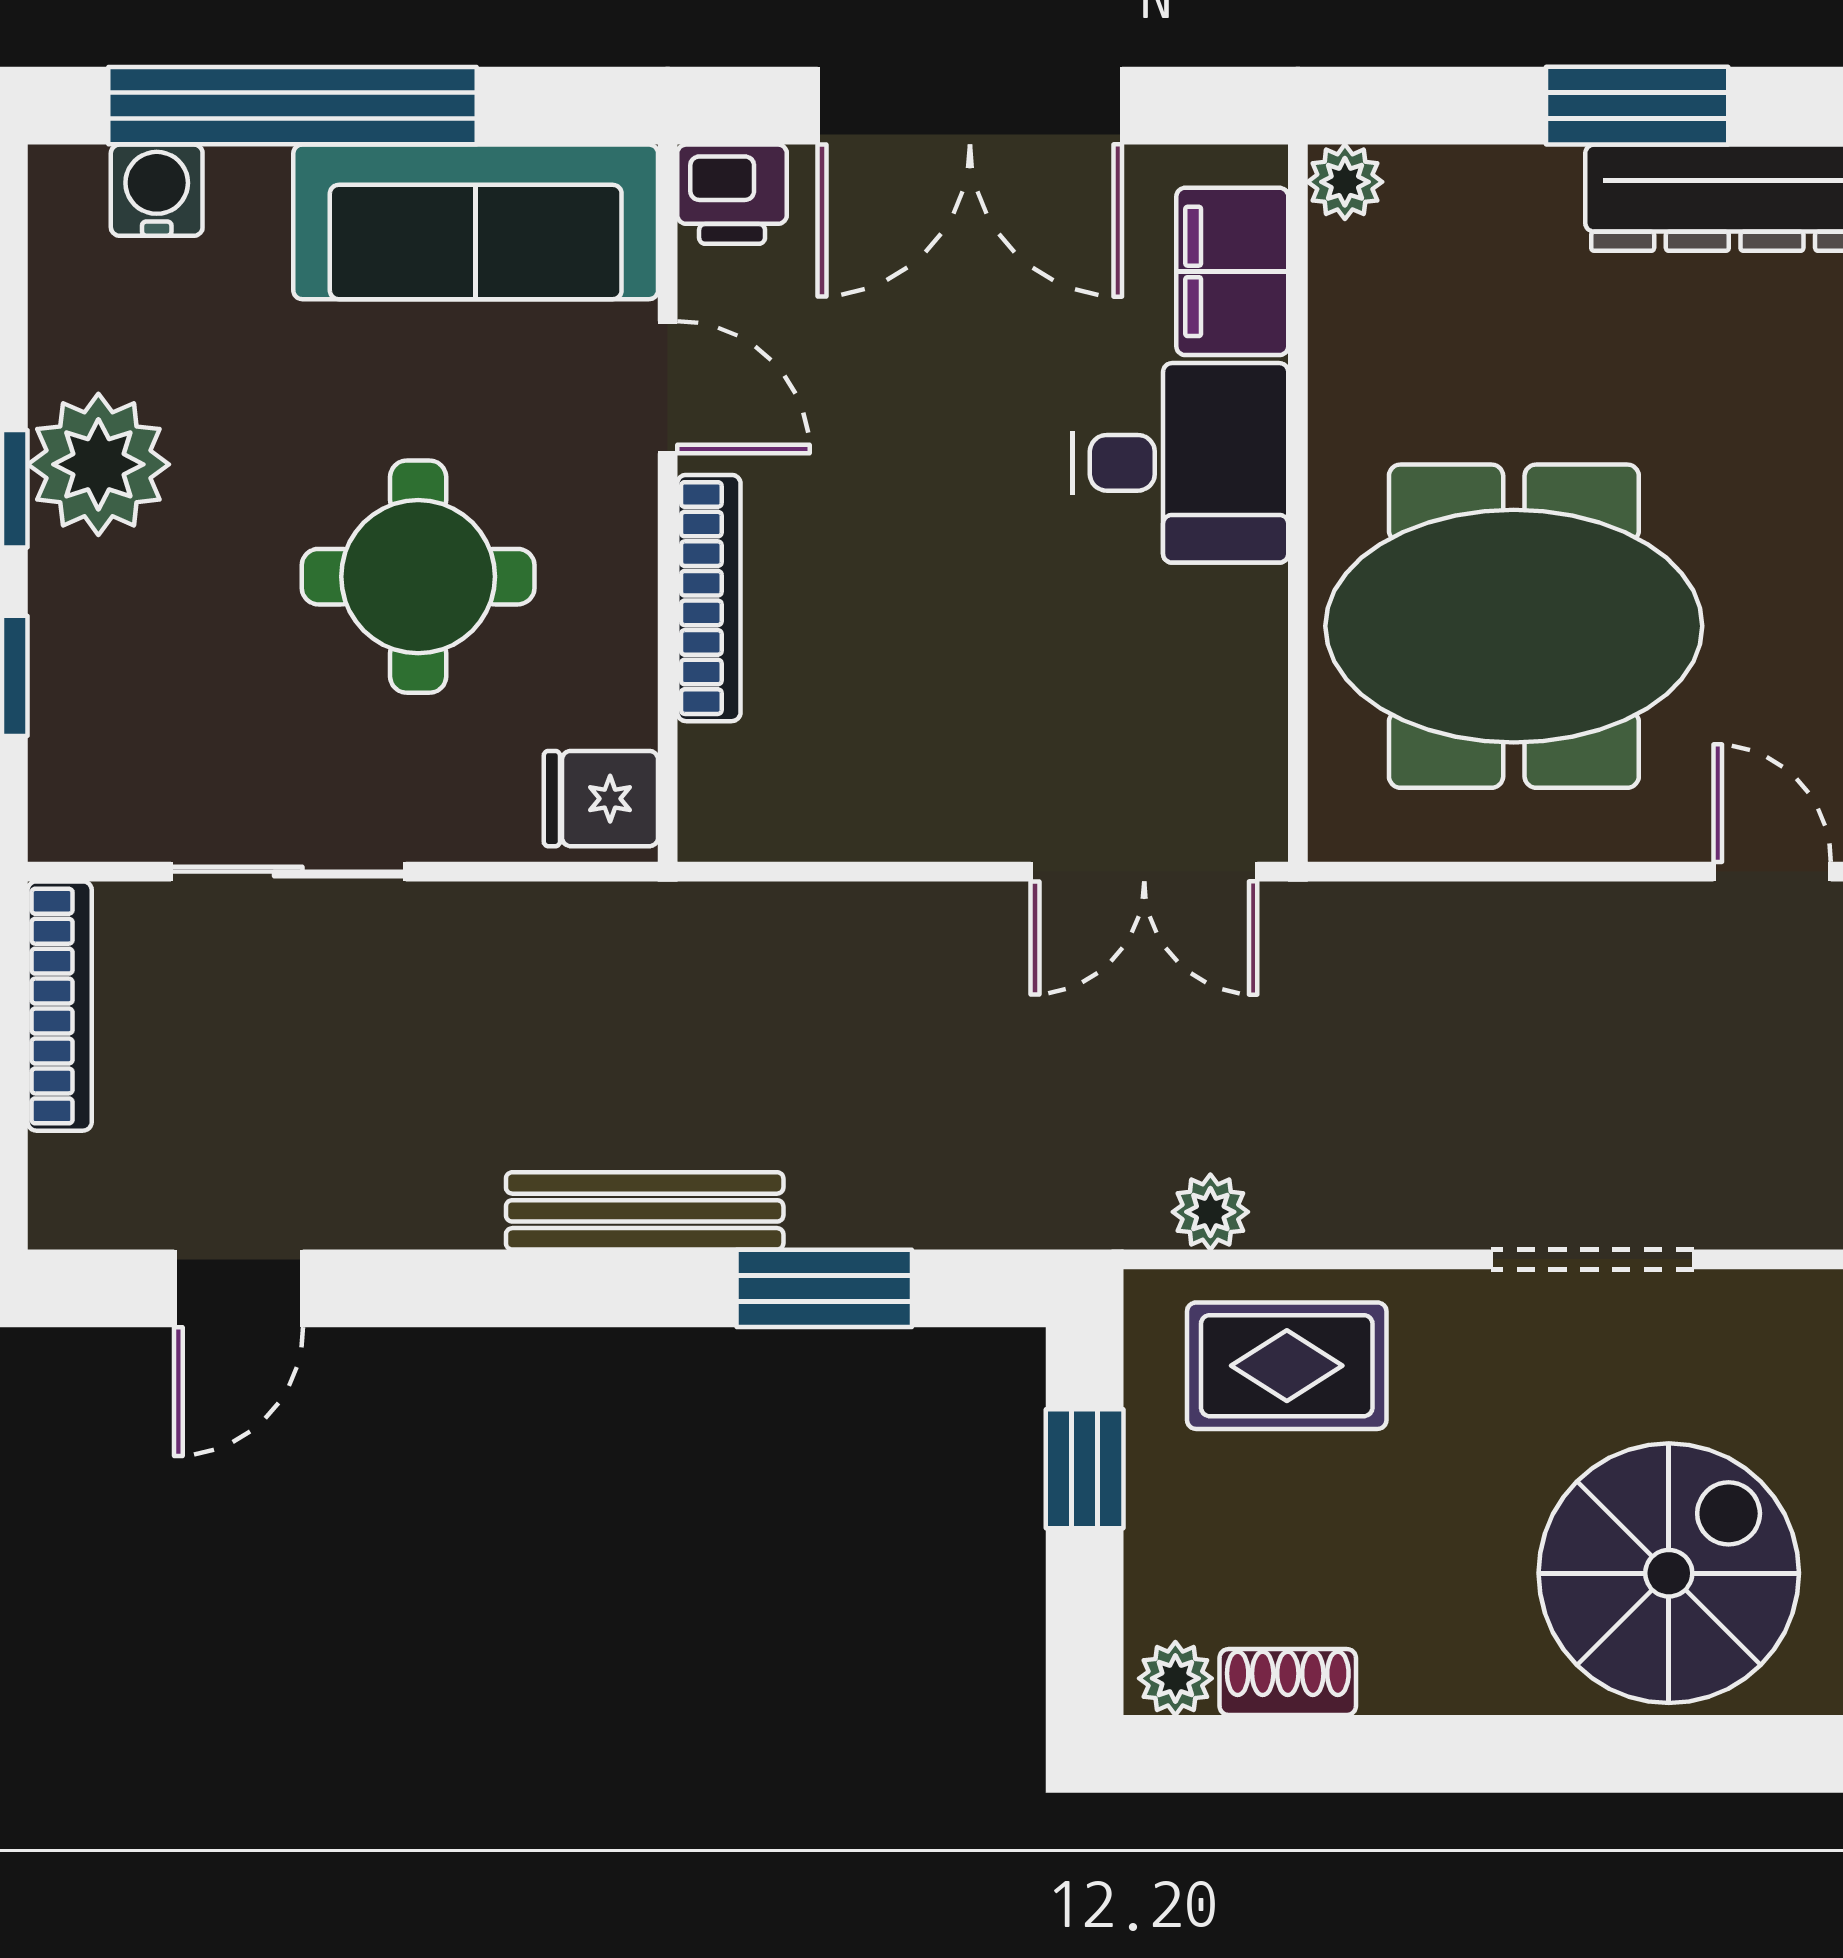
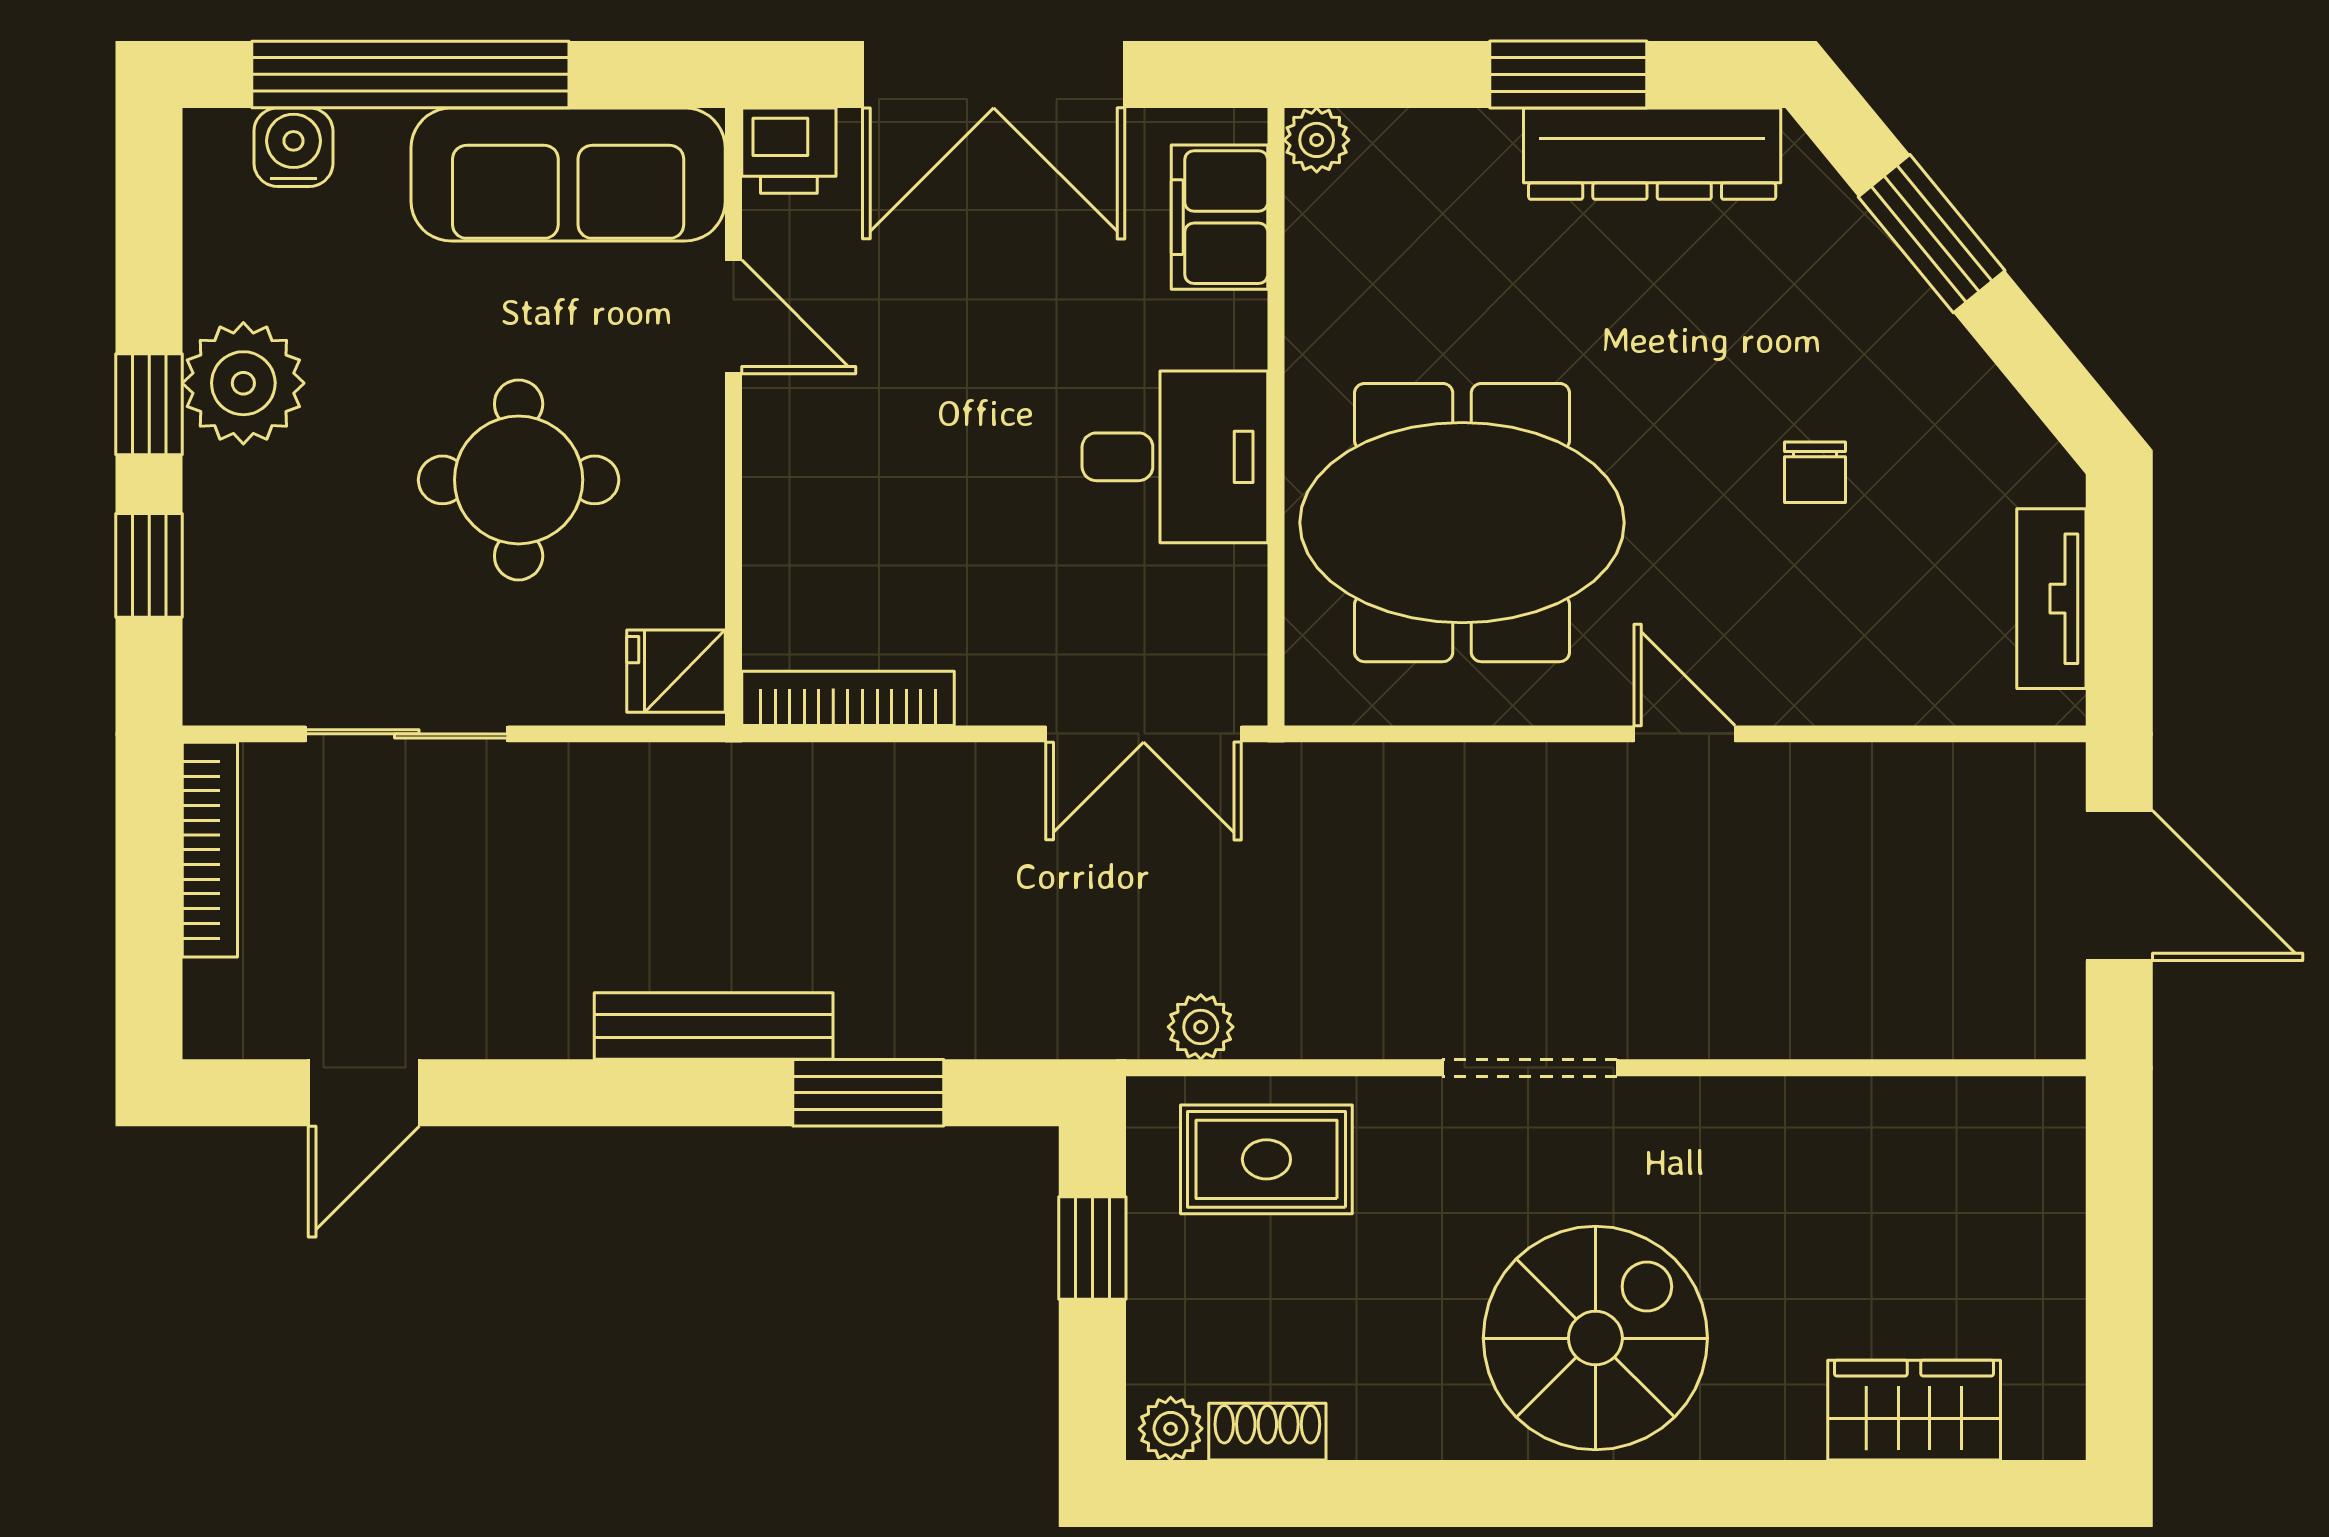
desk: (1180, 463) -> (1175, 457), moved
bookcase: (709, 598) -> (848, 698), moved, turned -90

